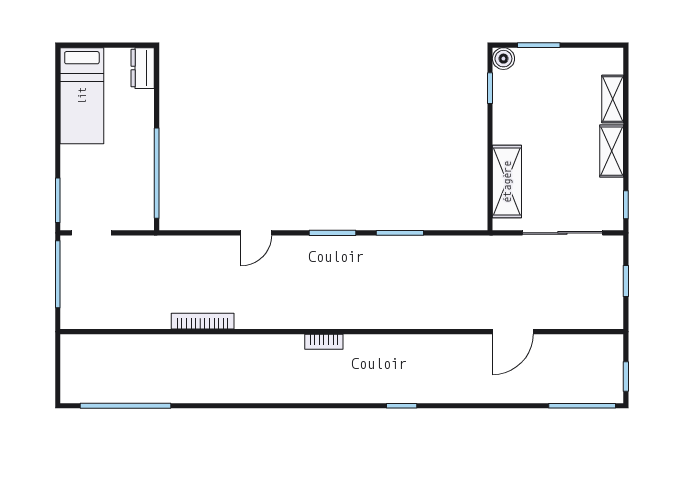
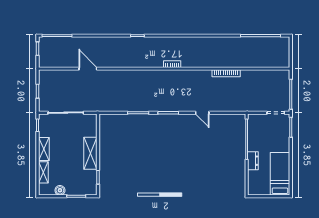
boiler: (503, 59) -> (60, 190), moved
dresser: (143, 68) -> (253, 161), moved
shelving: (507, 182) -> (90, 153), moved
door: (256, 233) -> (202, 113), swing flipped
door: (513, 332) -> (88, 69), hinge flipped

